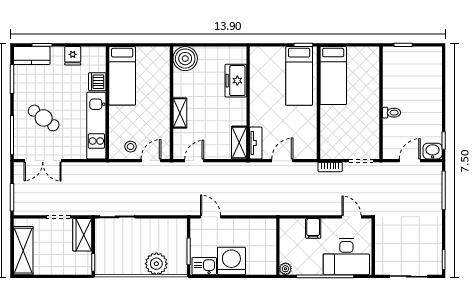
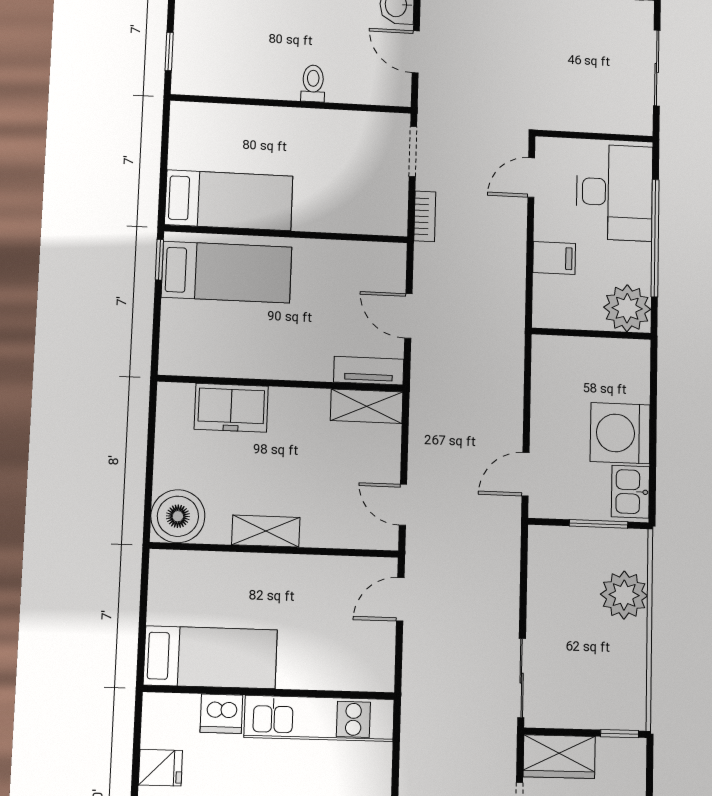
shelving: (180, 113) -> (266, 531), moved
stool: (131, 147) -> (368, 643), removed
door: (151, 161) -> (400, 599), hinge flipped
plant: (285, 269) -> (627, 308), width x1.88, depth x1.88

